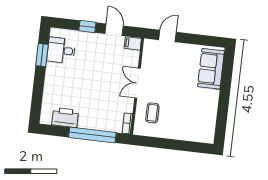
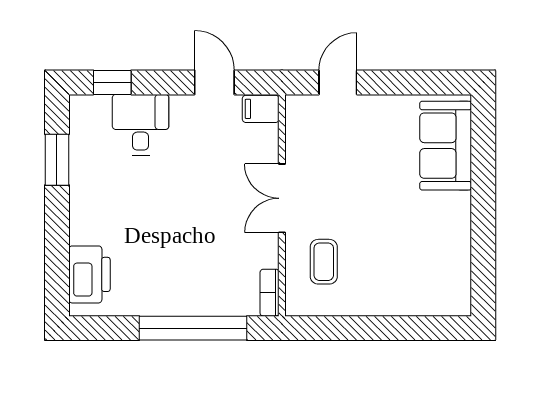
window: (87, 27) -> (112, 82), moved
desk: (61, 50) -> (141, 125), moved, turned 90
printer: (65, 117) -> (89, 274), moved, turned 90

